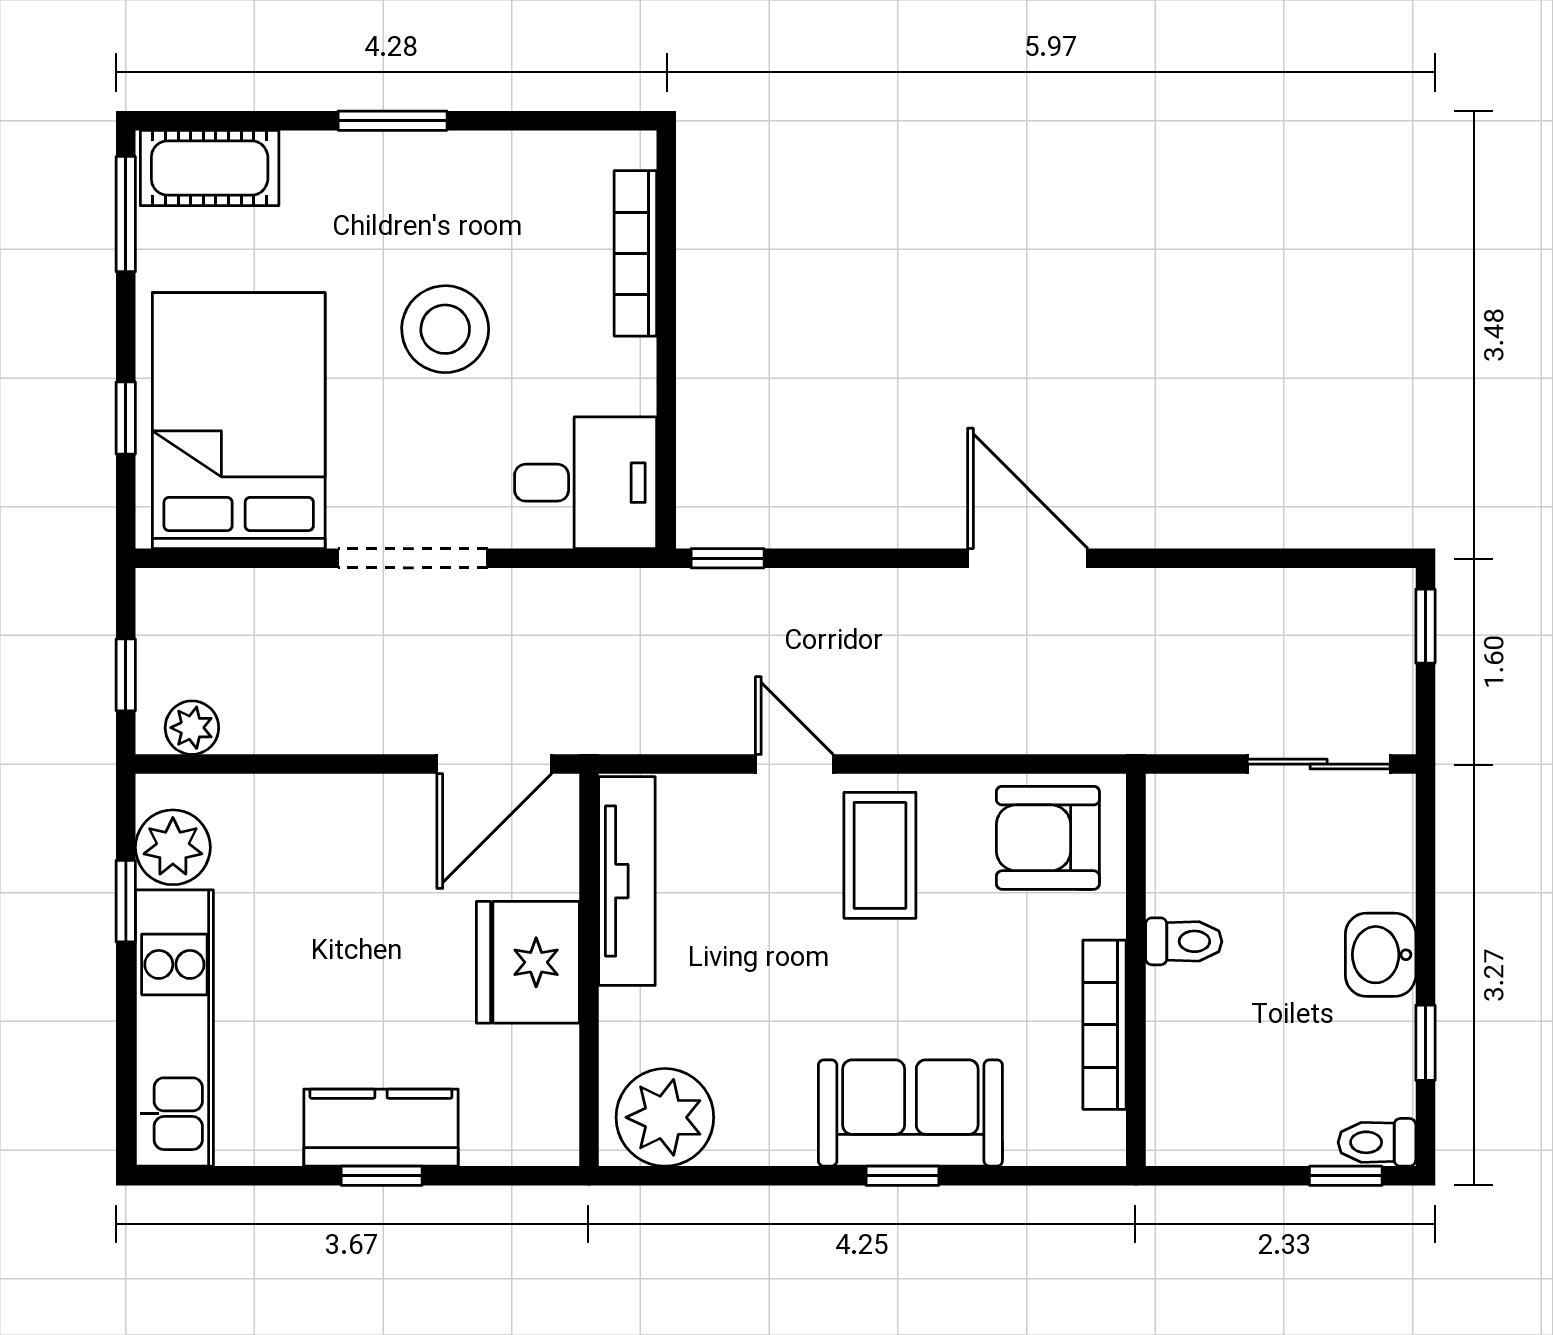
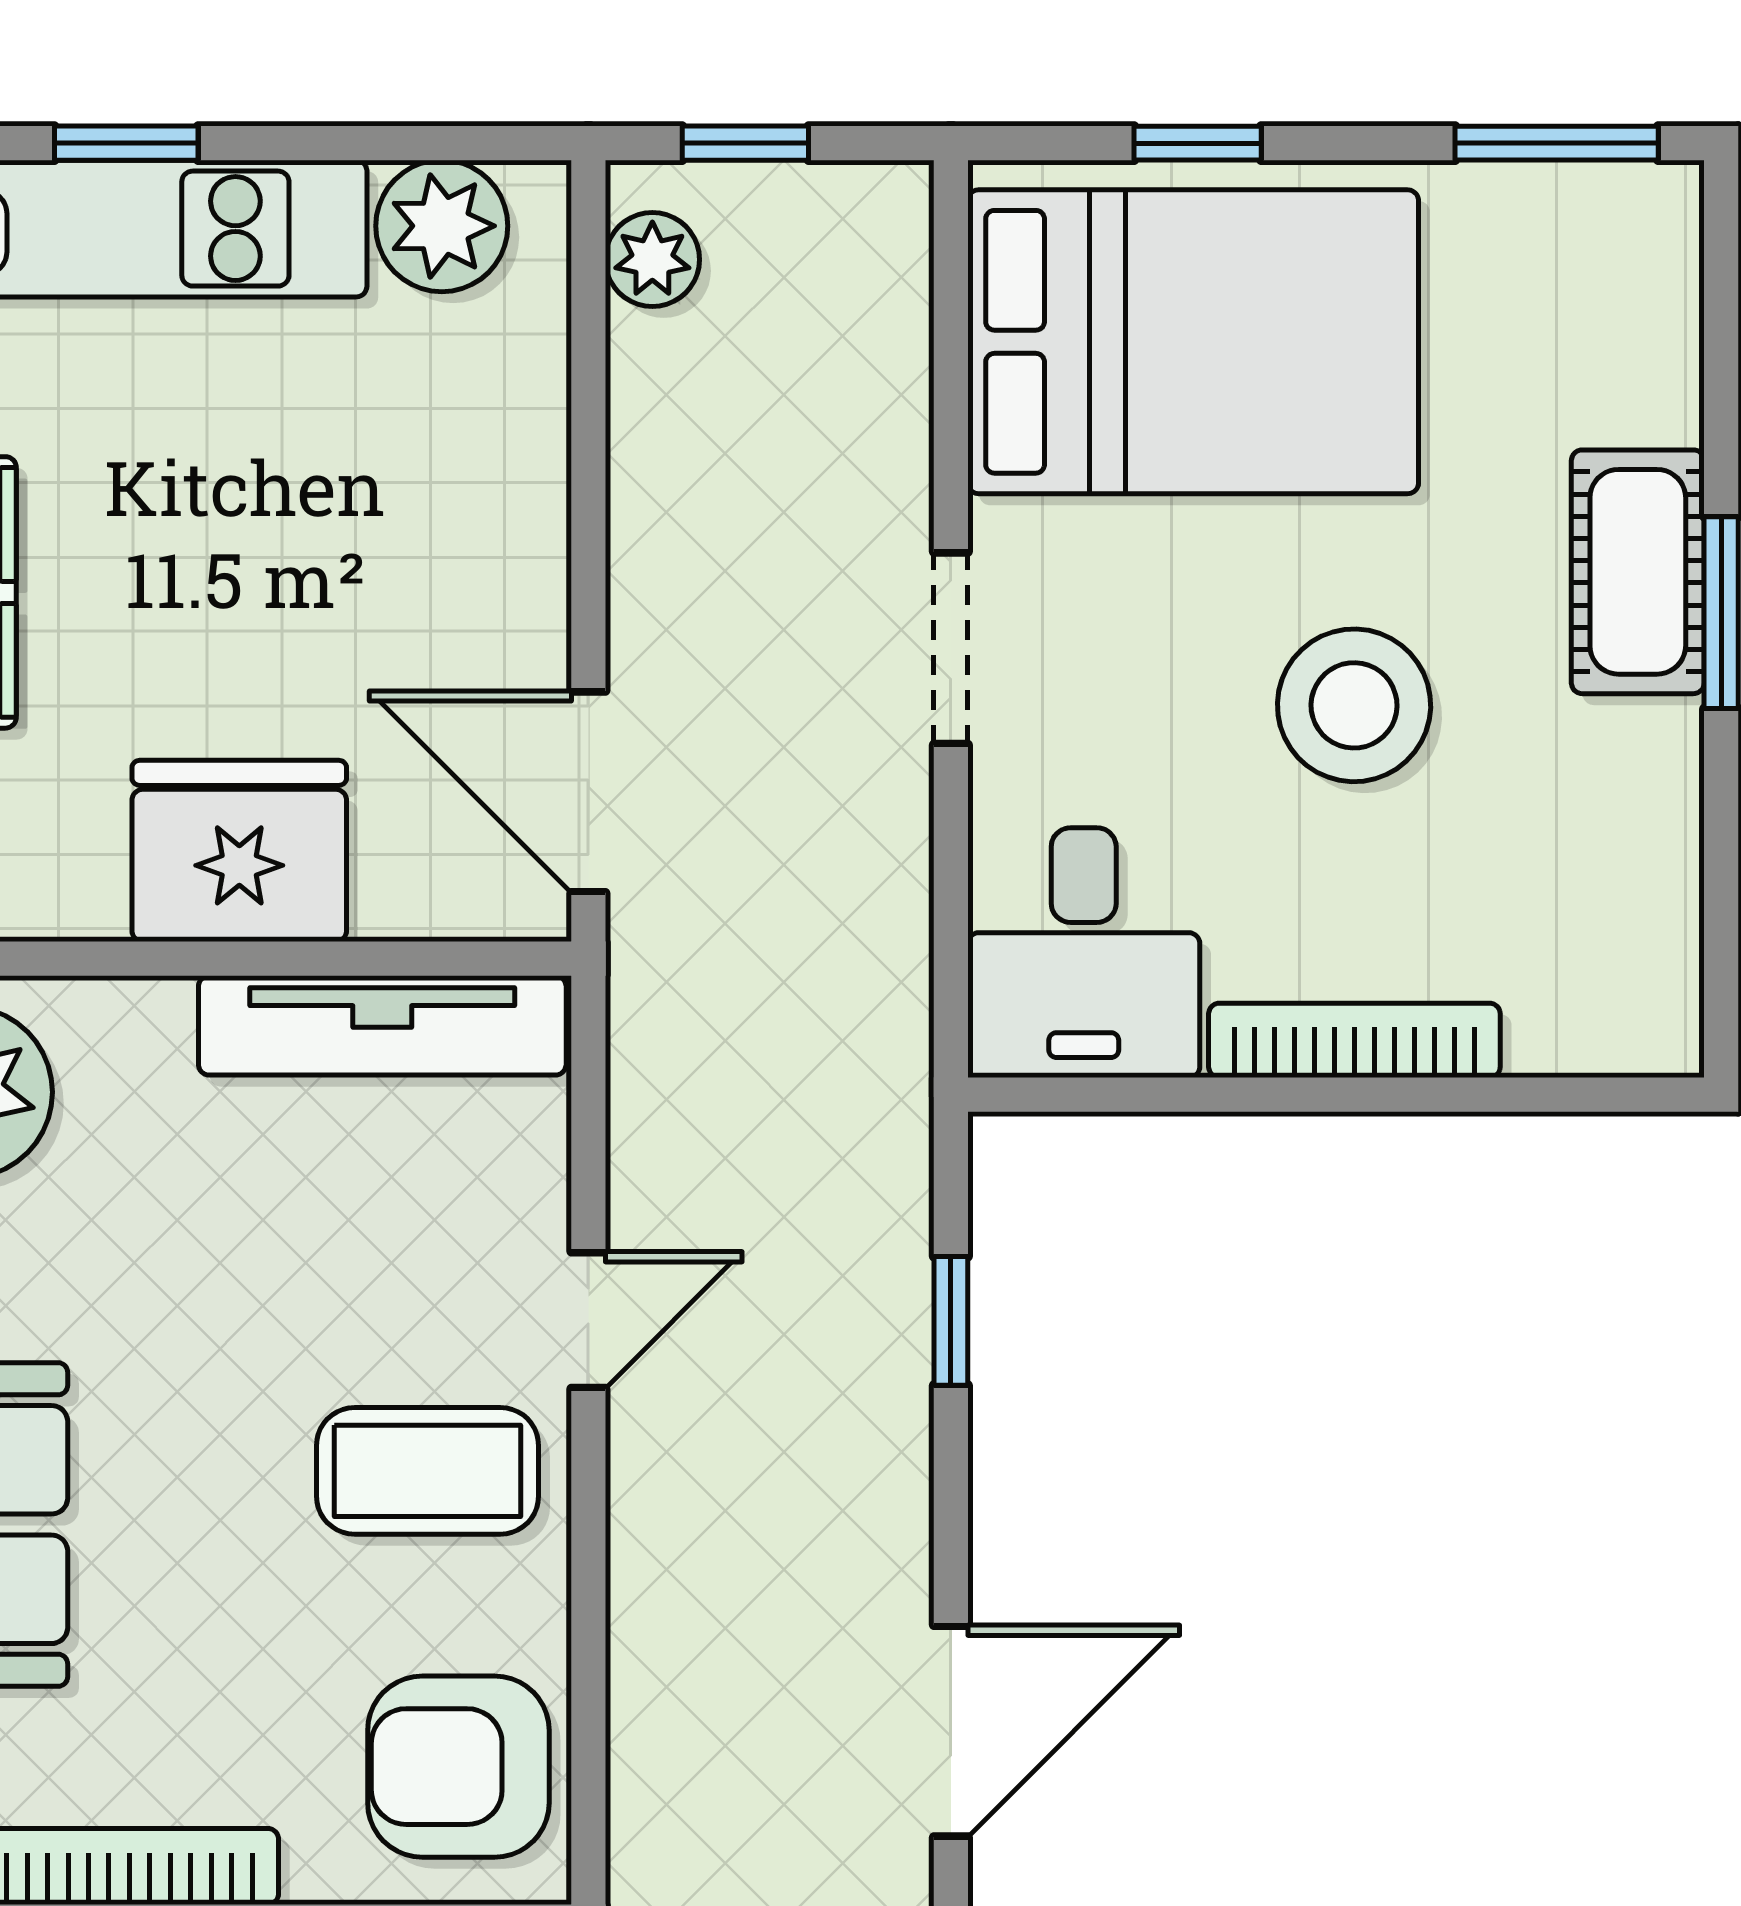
cot: (210, 168) -> (1638, 572), moved
bookcase: (635, 253) -> (1354, 1040), moved
doorway: (413, 558) -> (951, 648), width x0.73
window: (728, 558) -> (951, 1321), moved
armchair: (1048, 838) -> (458, 1767), turned -90
window: (126, 901) -> (126, 143), moved

